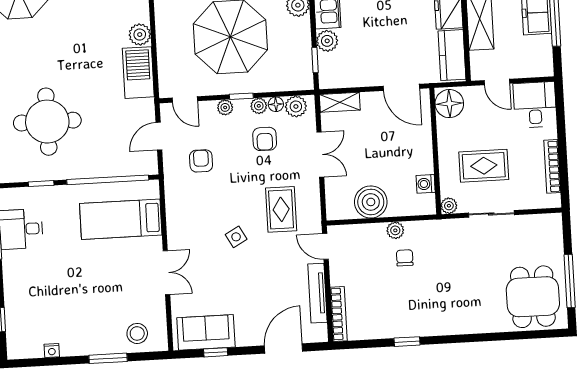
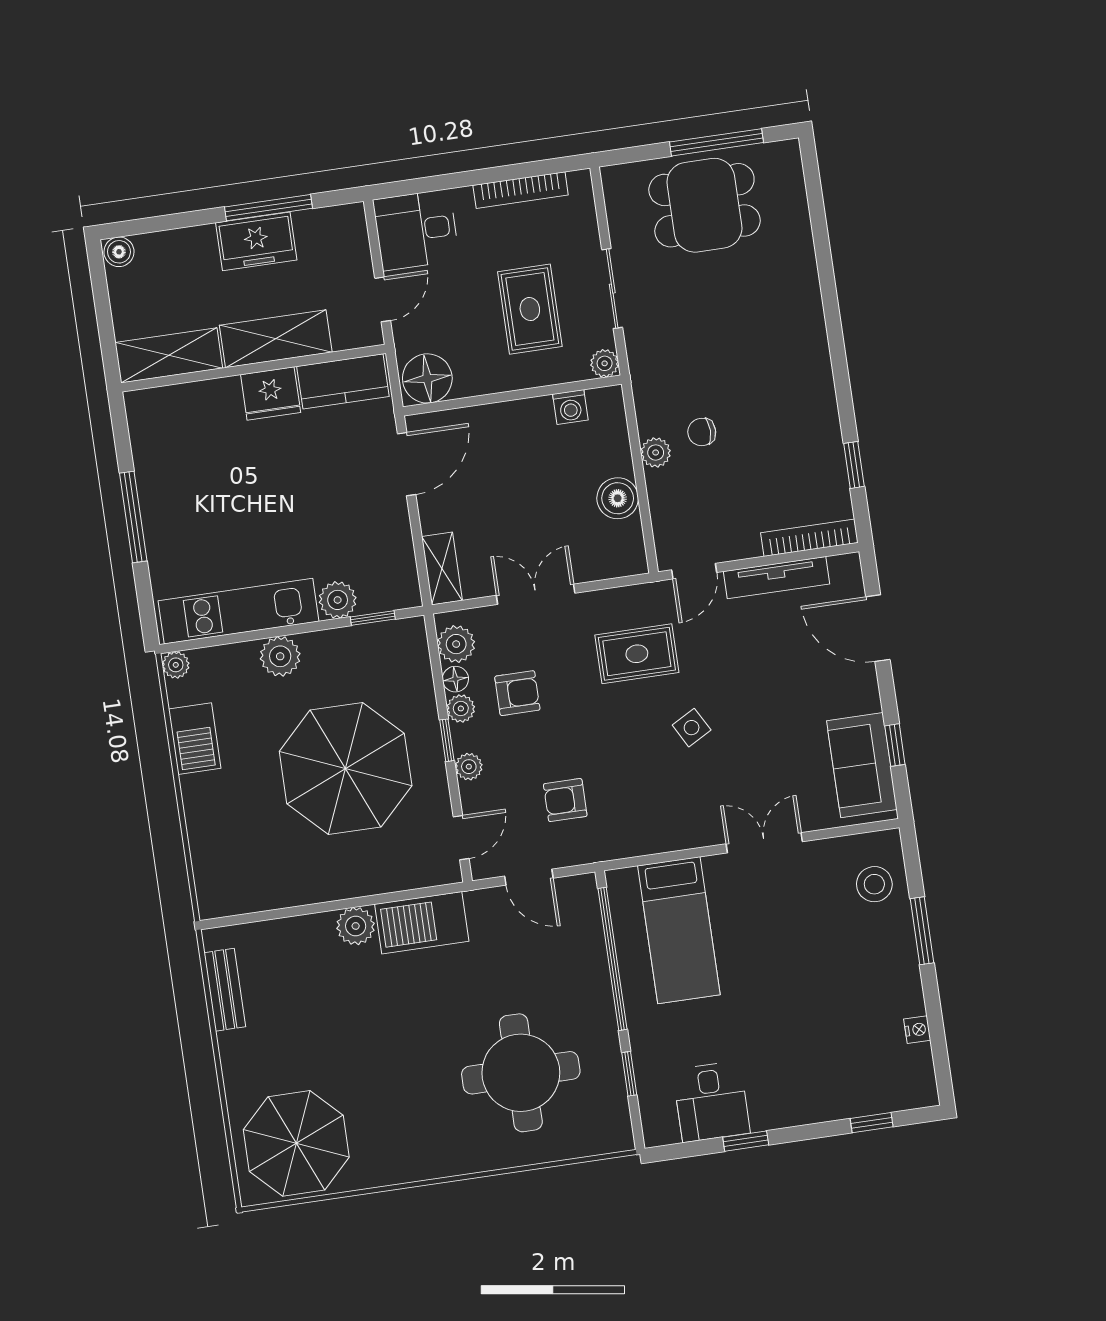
boiler: (371, 202) -> (618, 498), width x0.73, depth x0.73
dining table: (533, 297) -> (704, 205), moved
window: (407, 342) -> (854, 465), moved

